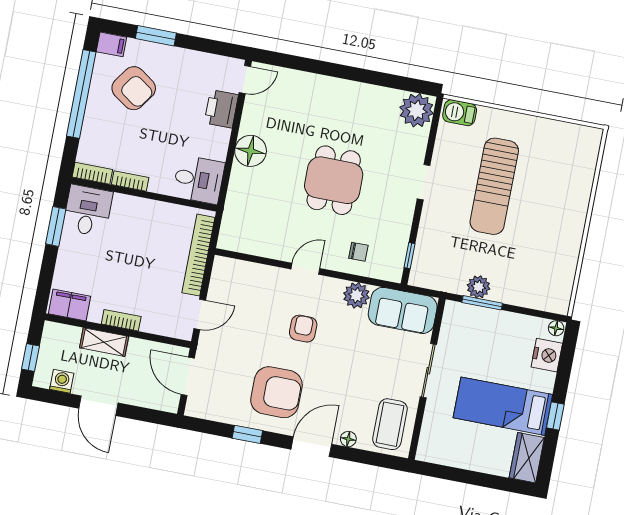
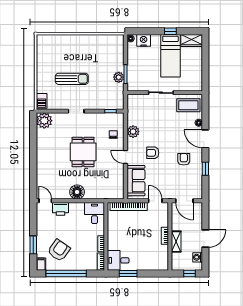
dining table: (334, 180) -> (83, 152), turned 90
sun lounger: (494, 186) -> (72, 79), width x0.73, depth x0.75
filing cabinet: (70, 305) -> (162, 260), removed
sofa: (403, 310) -> (136, 181), moved
door: (188, 376) -> (184, 201), hinge flipped
armchair: (276, 392) -> (184, 159), width x0.53, depth x0.53

